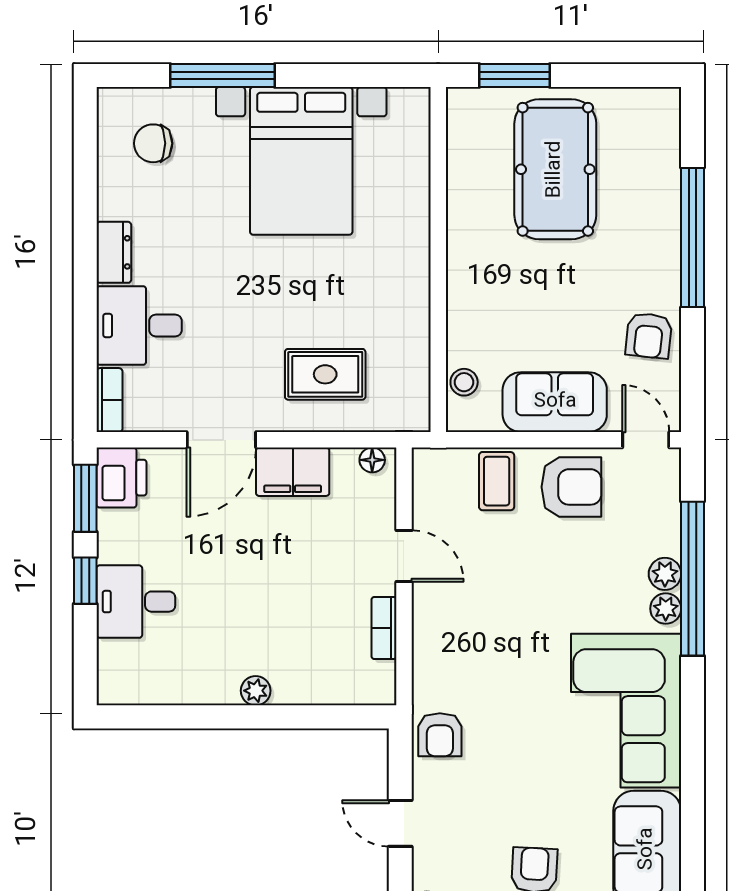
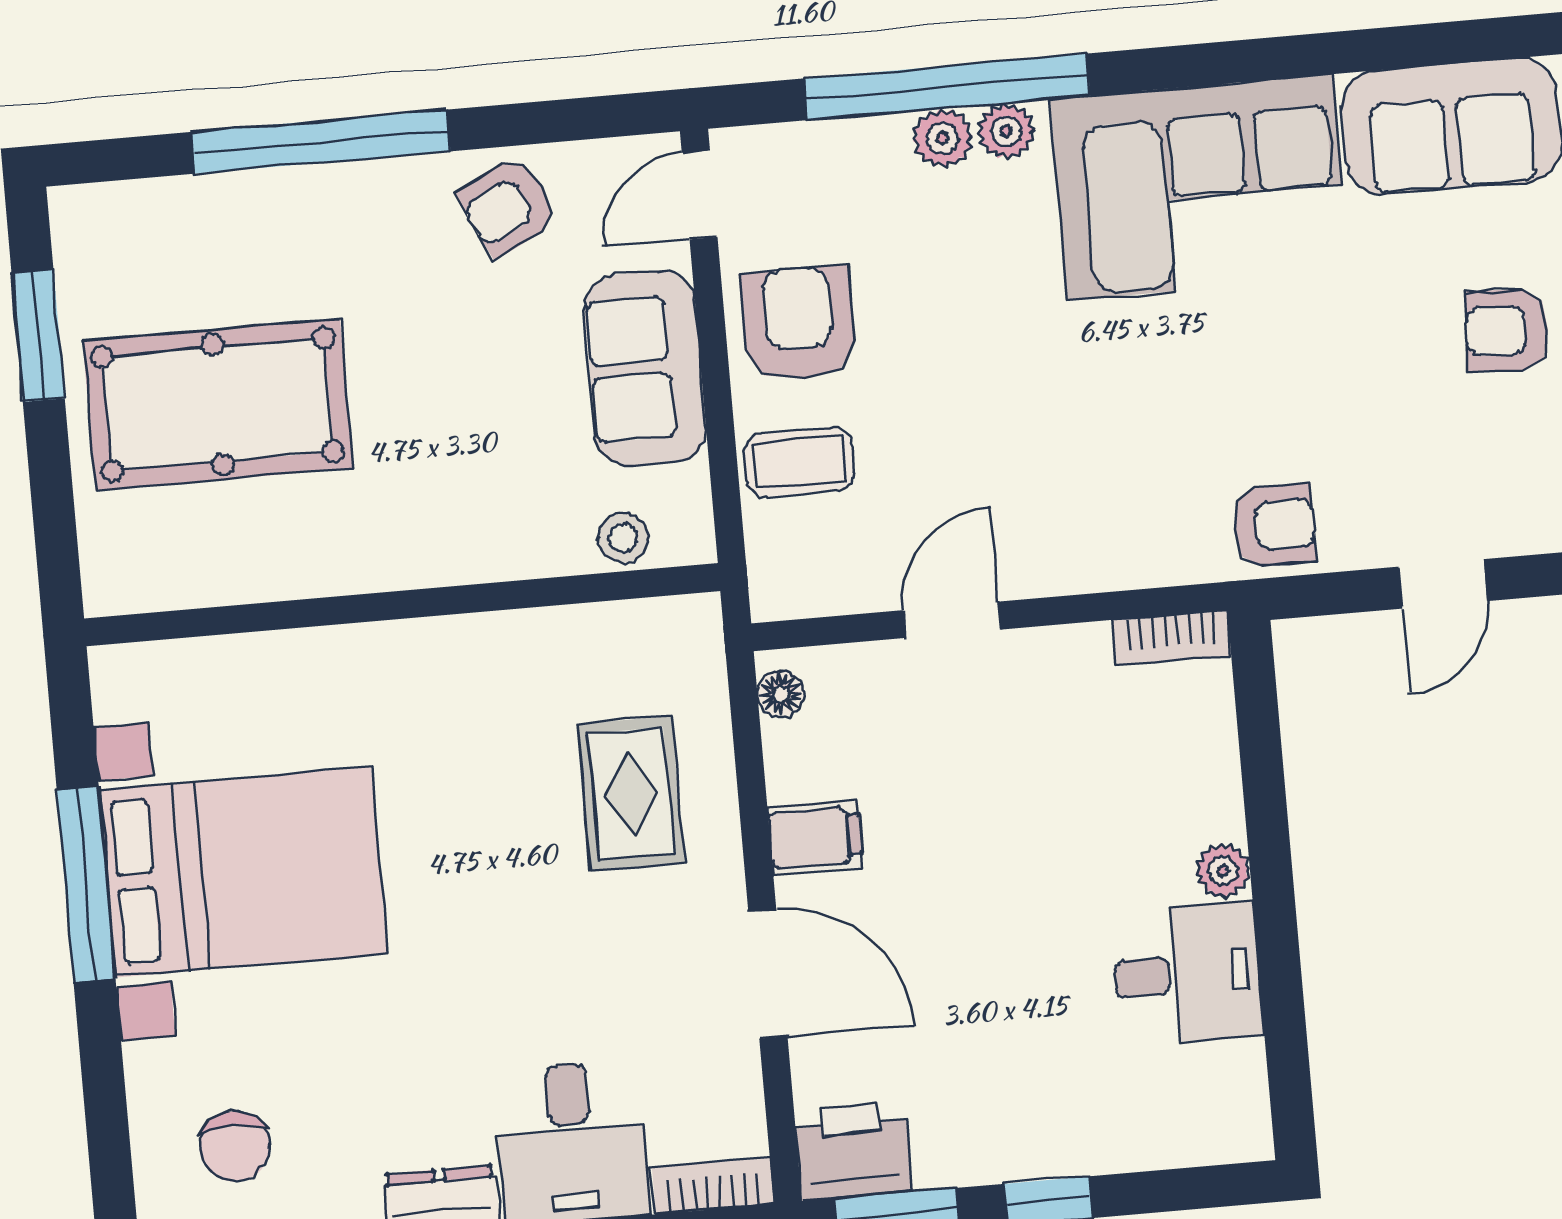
window: (223, 75) -> (86, 884), moved
window: (514, 75) -> (38, 336), moved
armchair: (649, 336) -> (508, 206), turned 148
filing cabinet: (293, 472) -> (815, 838), width x0.50
desk: (136, 602) -> (1187, 974), moved, turned -90
bookcase: (384, 628) -> (1172, 638), moved

